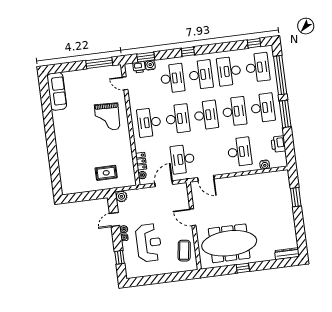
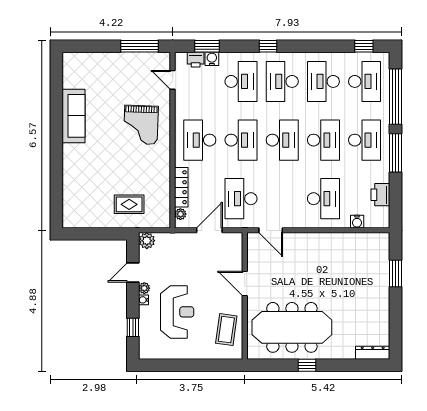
desk: (201, 75) -> (282, 81), turned 180
sofa: (57, 91) -> (74, 116), moved
locker: (141, 161) -> (181, 187), width x1.53

